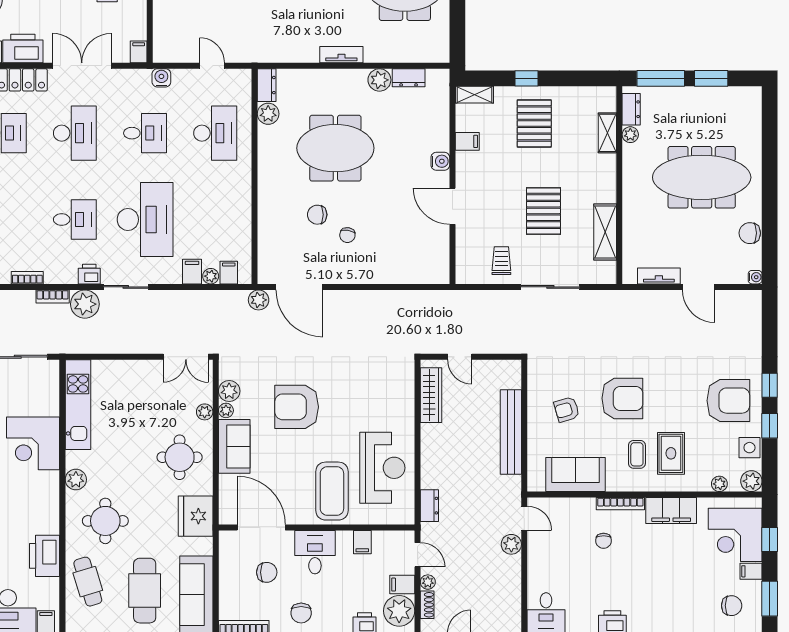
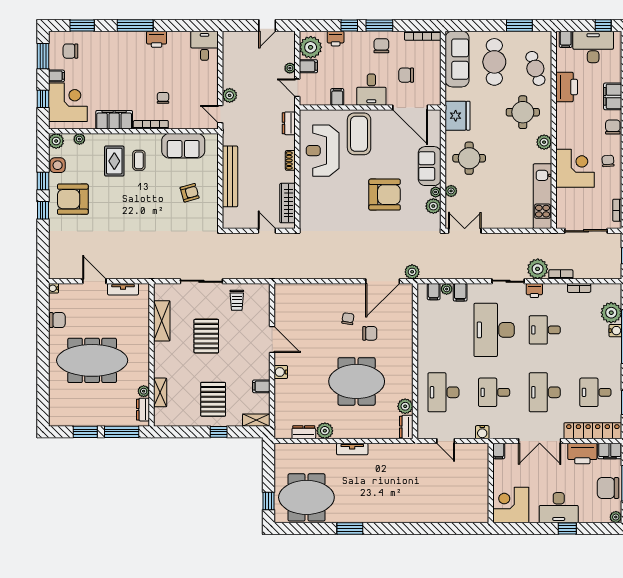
door: (299, 287) -> (383, 281), swing flipped
armchair: (622, 398) -> (149, 201), removed
shoe rack: (427, 605) -> (290, 160), moved

